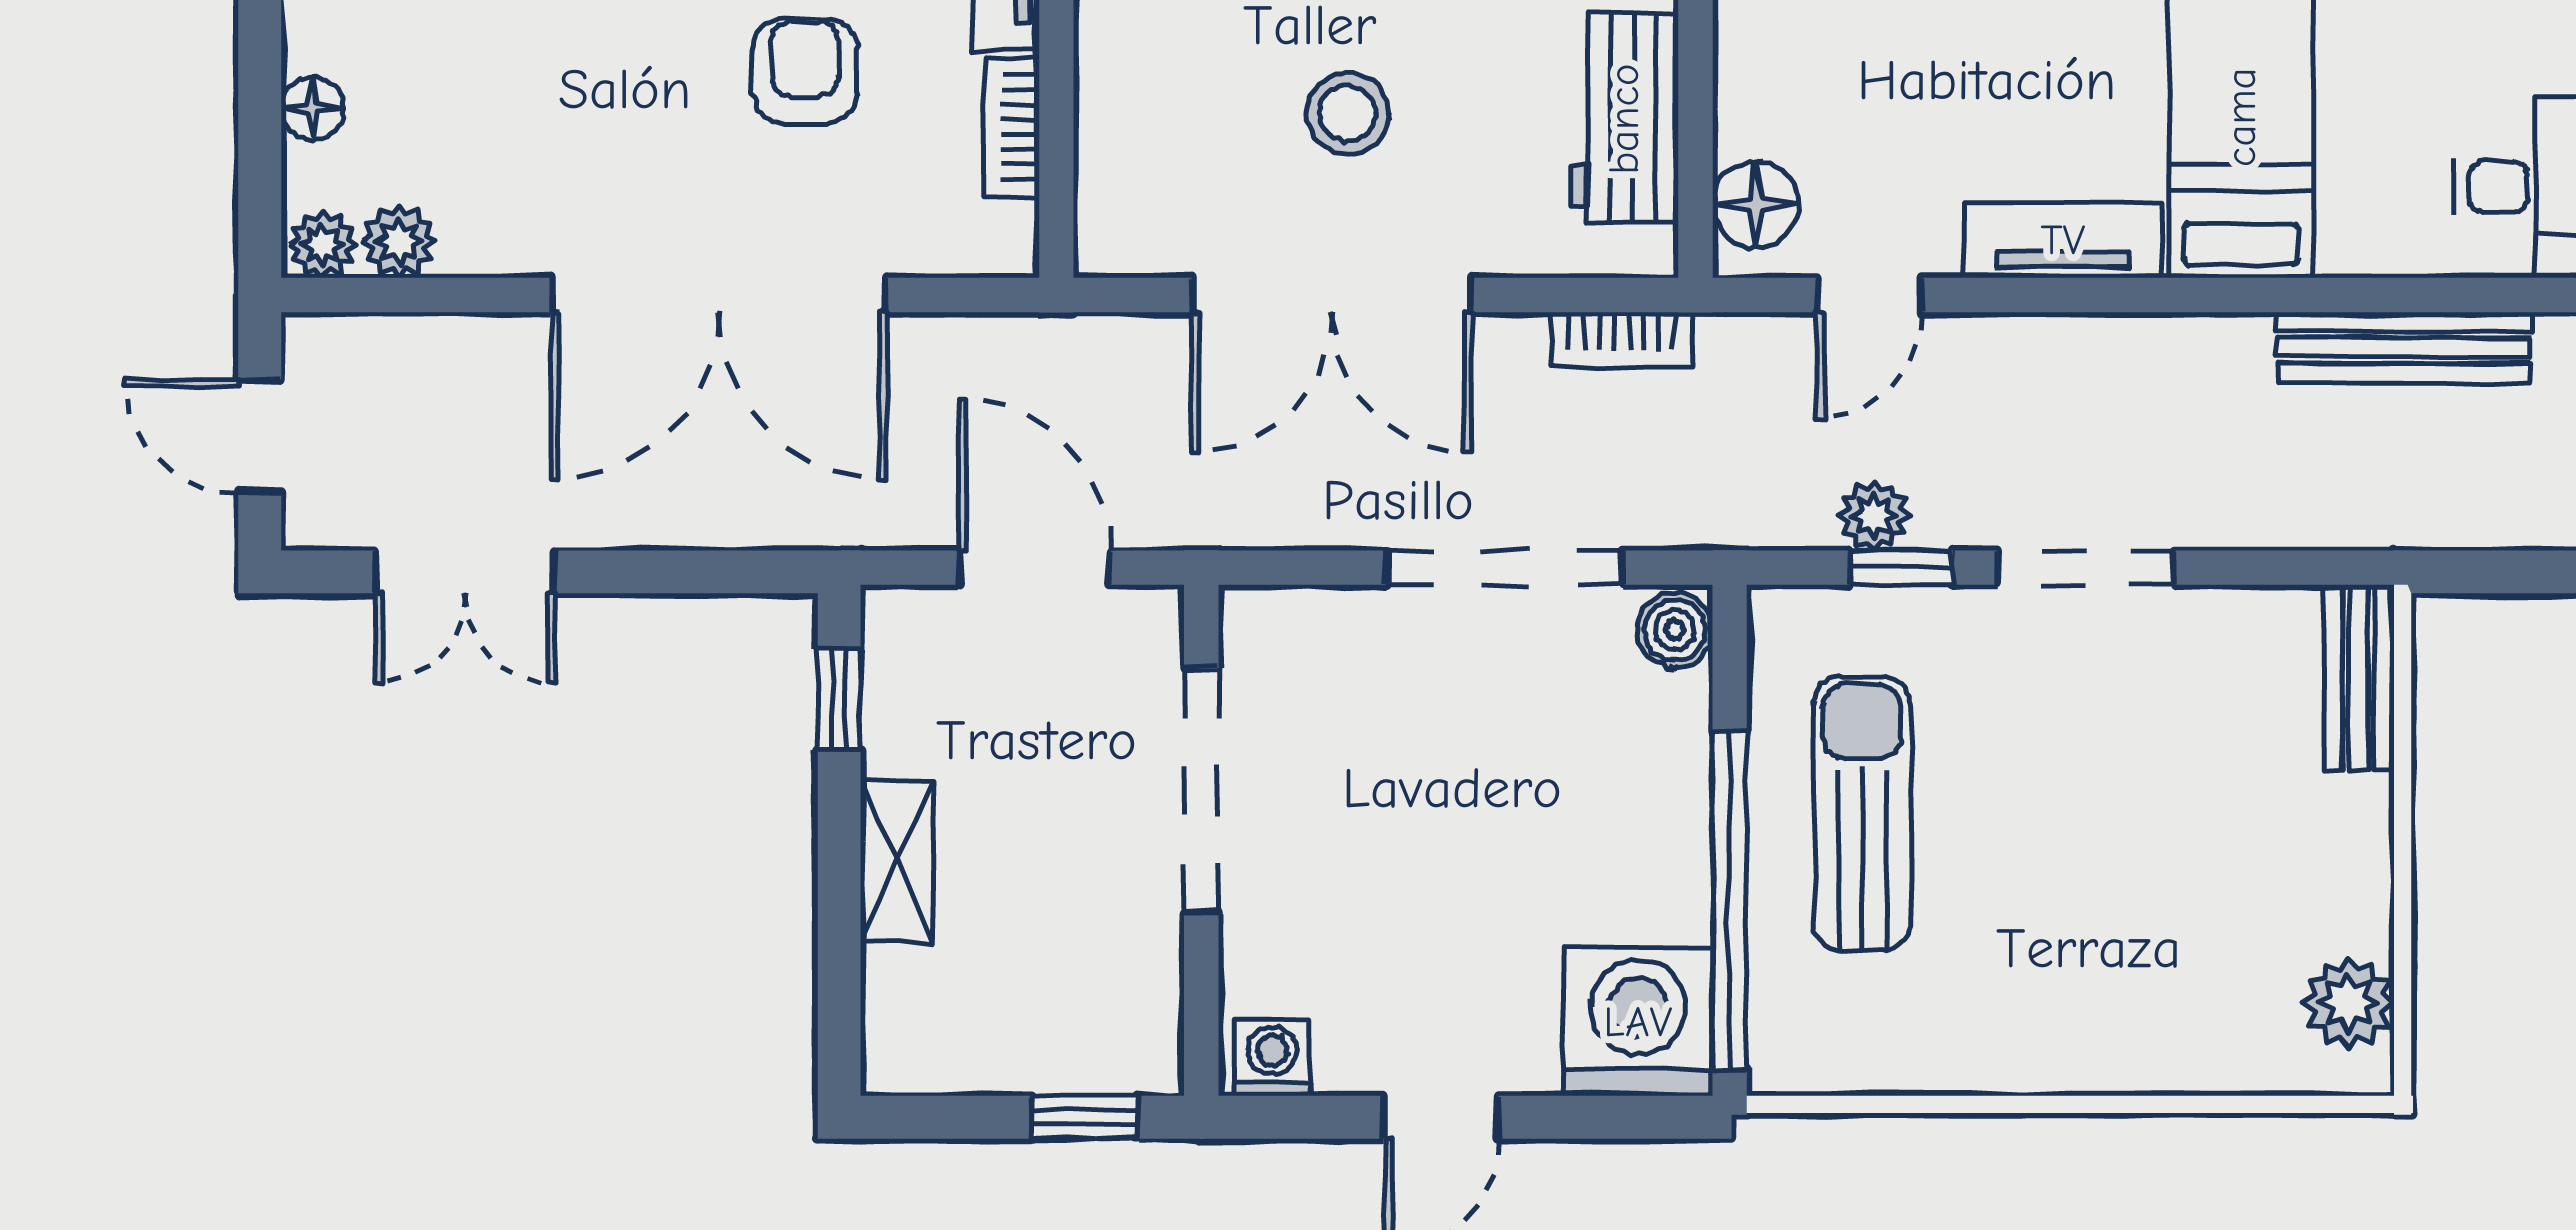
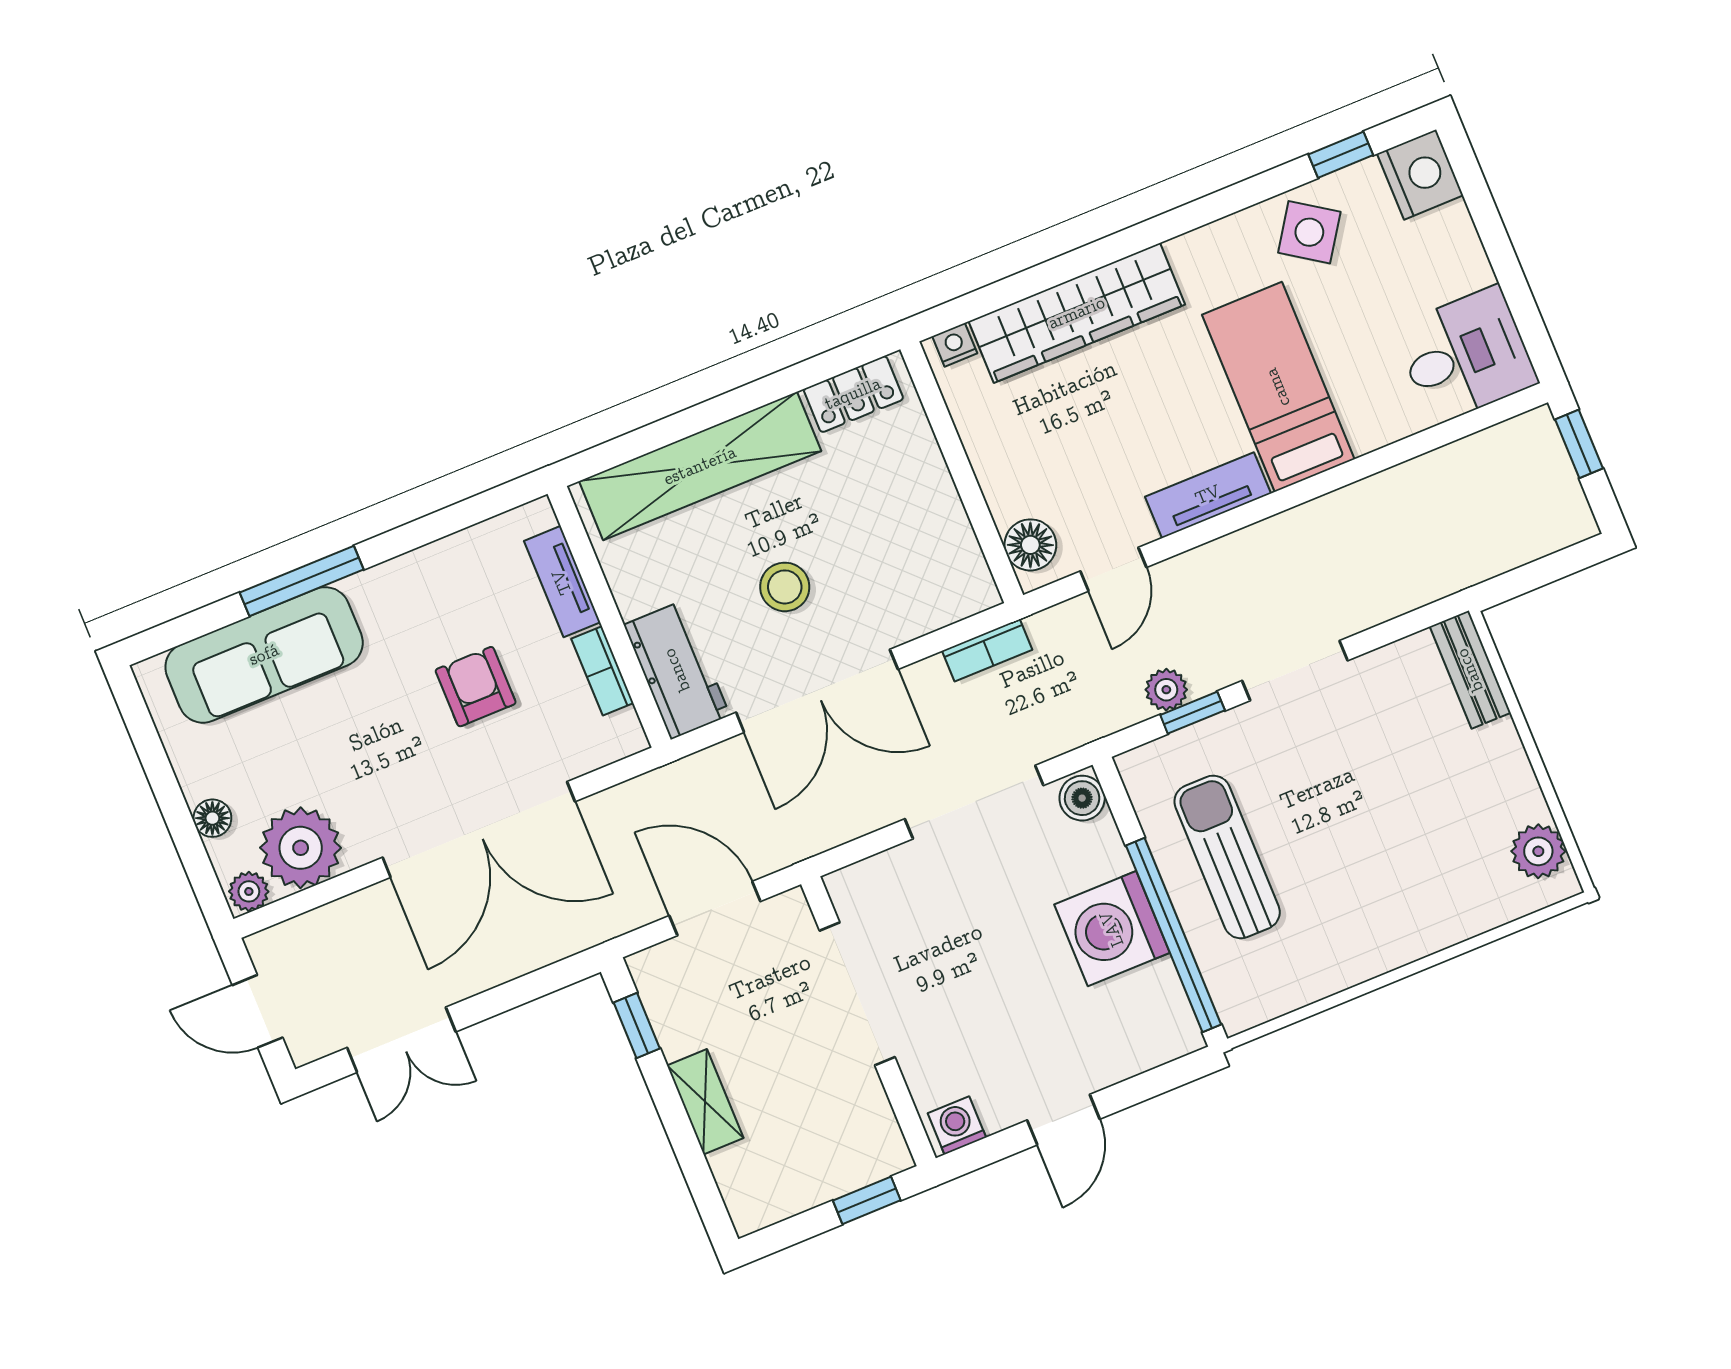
workbench: (1624, 119) -> (677, 670), moved, turned 180
plant: (399, 242) -> (301, 848), width x1.87, depth x1.87
bench: (2404, 348) -> (1420, 477), removed
washing machine: (1638, 1022) -> (1112, 929), moved, turned -90

